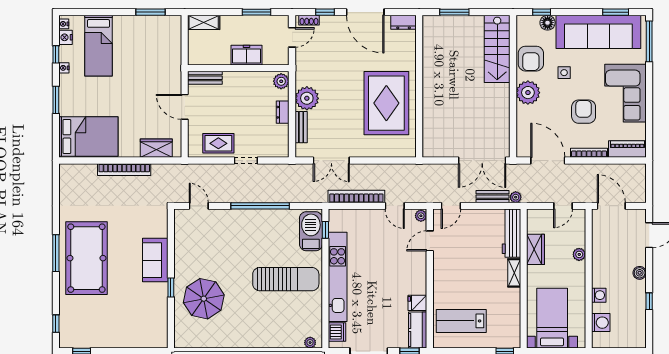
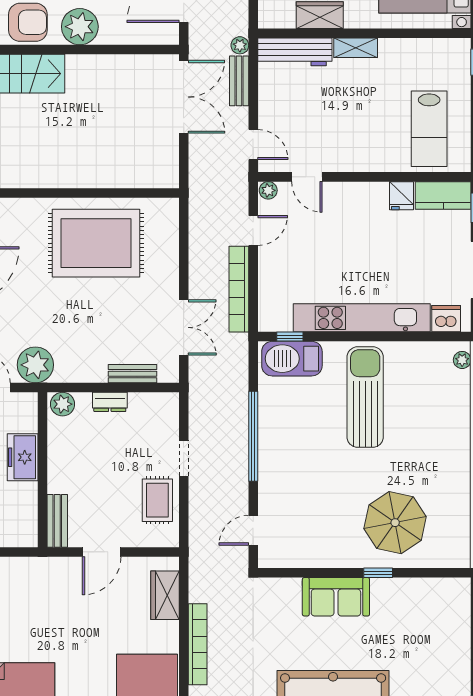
plant: (307, 98) -> (35, 365), moved

